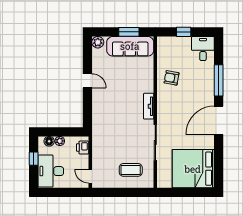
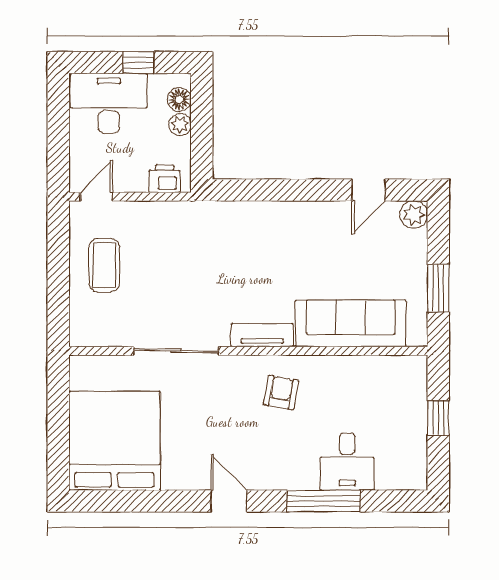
sofa: (130, 46) -> (351, 323), moved, turned 90
desk: (203, 49) -> (347, 462), moved, turned 90
armchair: (172, 78) -> (281, 392), moved
door: (87, 81) -> (368, 190), moved
door: (219, 120) -> (229, 501), width x0.53
coffee table: (131, 170) -> (104, 265), moved

